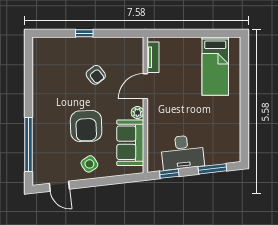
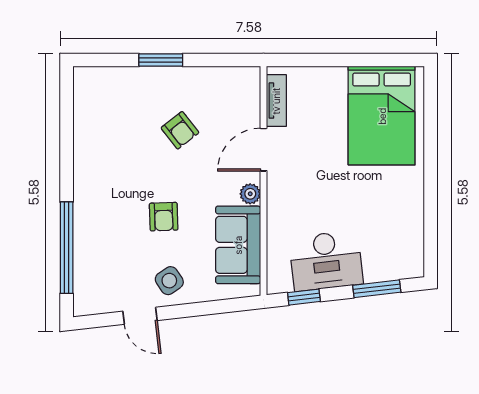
window: (84, 33) -> (161, 60), width x1.50
bed: (215, 66) -> (382, 116), width x1.50
armchair: (86, 126) -> (164, 217), width x0.53, depth x0.53
door: (59, 186) -> (140, 316), moved

